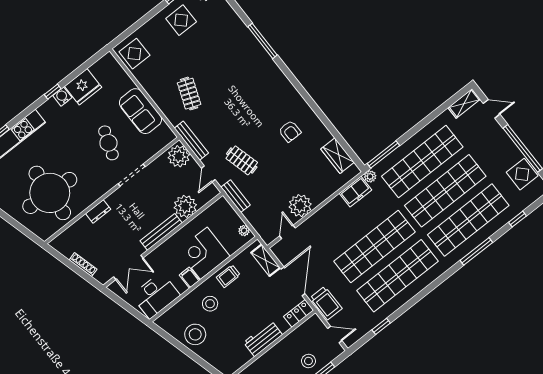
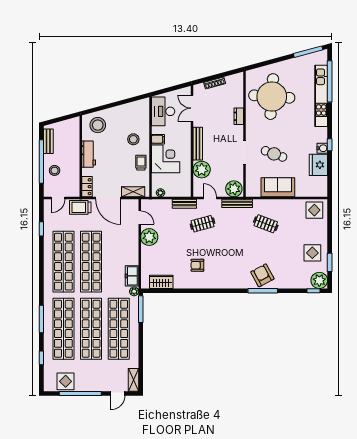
armchair: (246, 54) -> (262, 275), added
stool: (195, 334) -> (98, 125), moved

